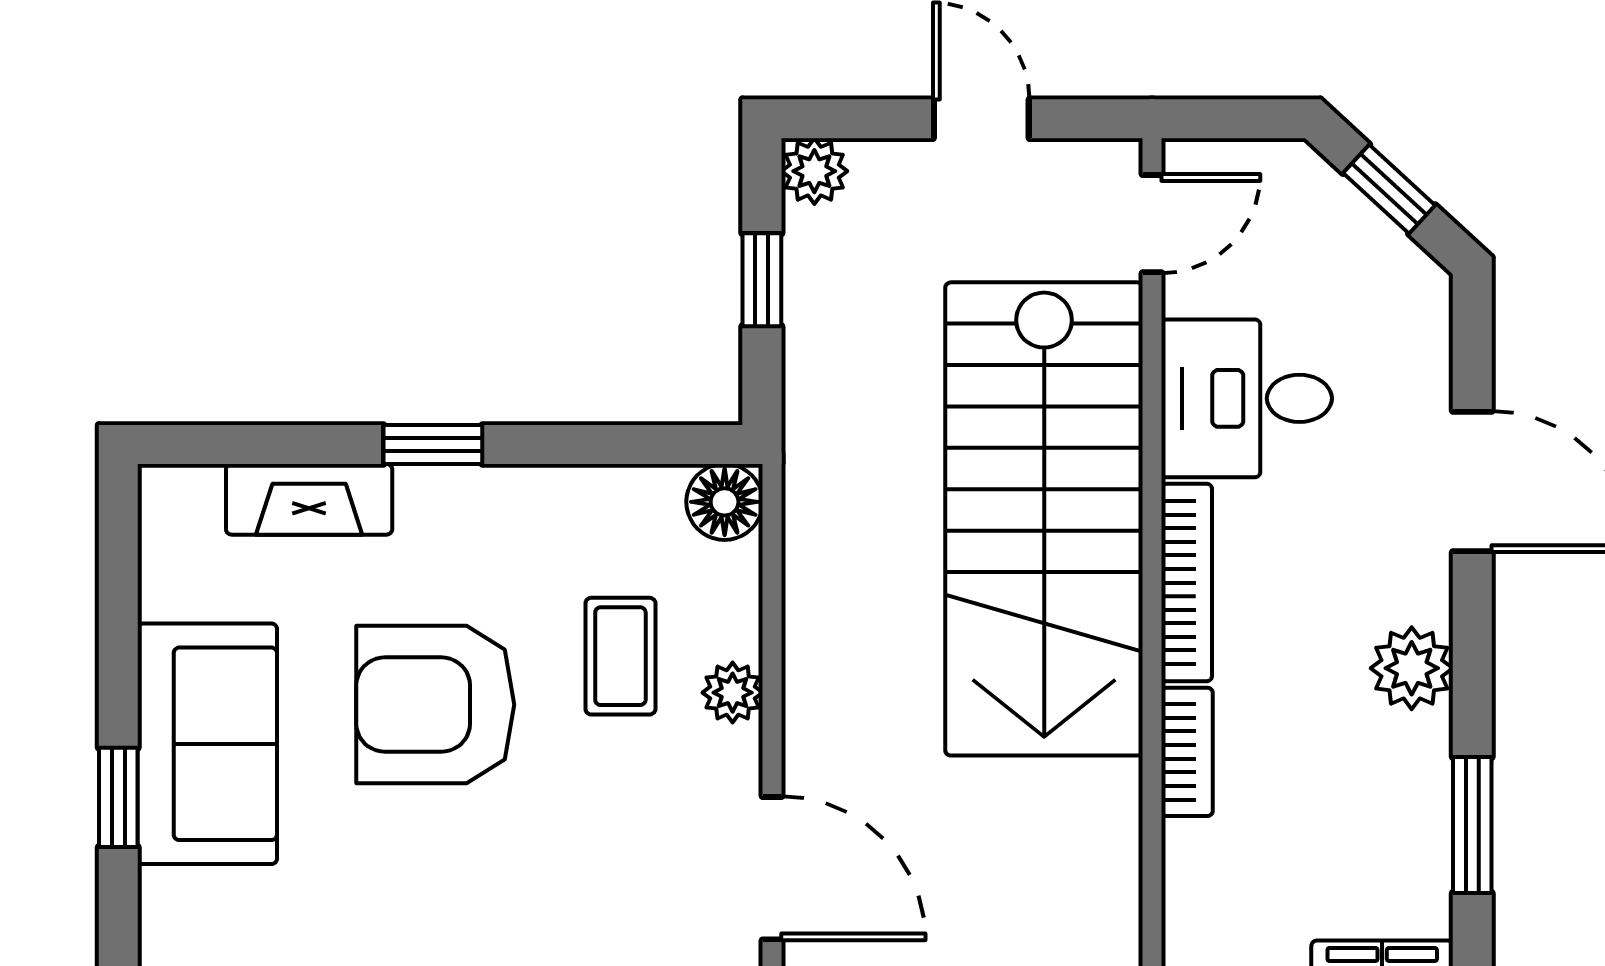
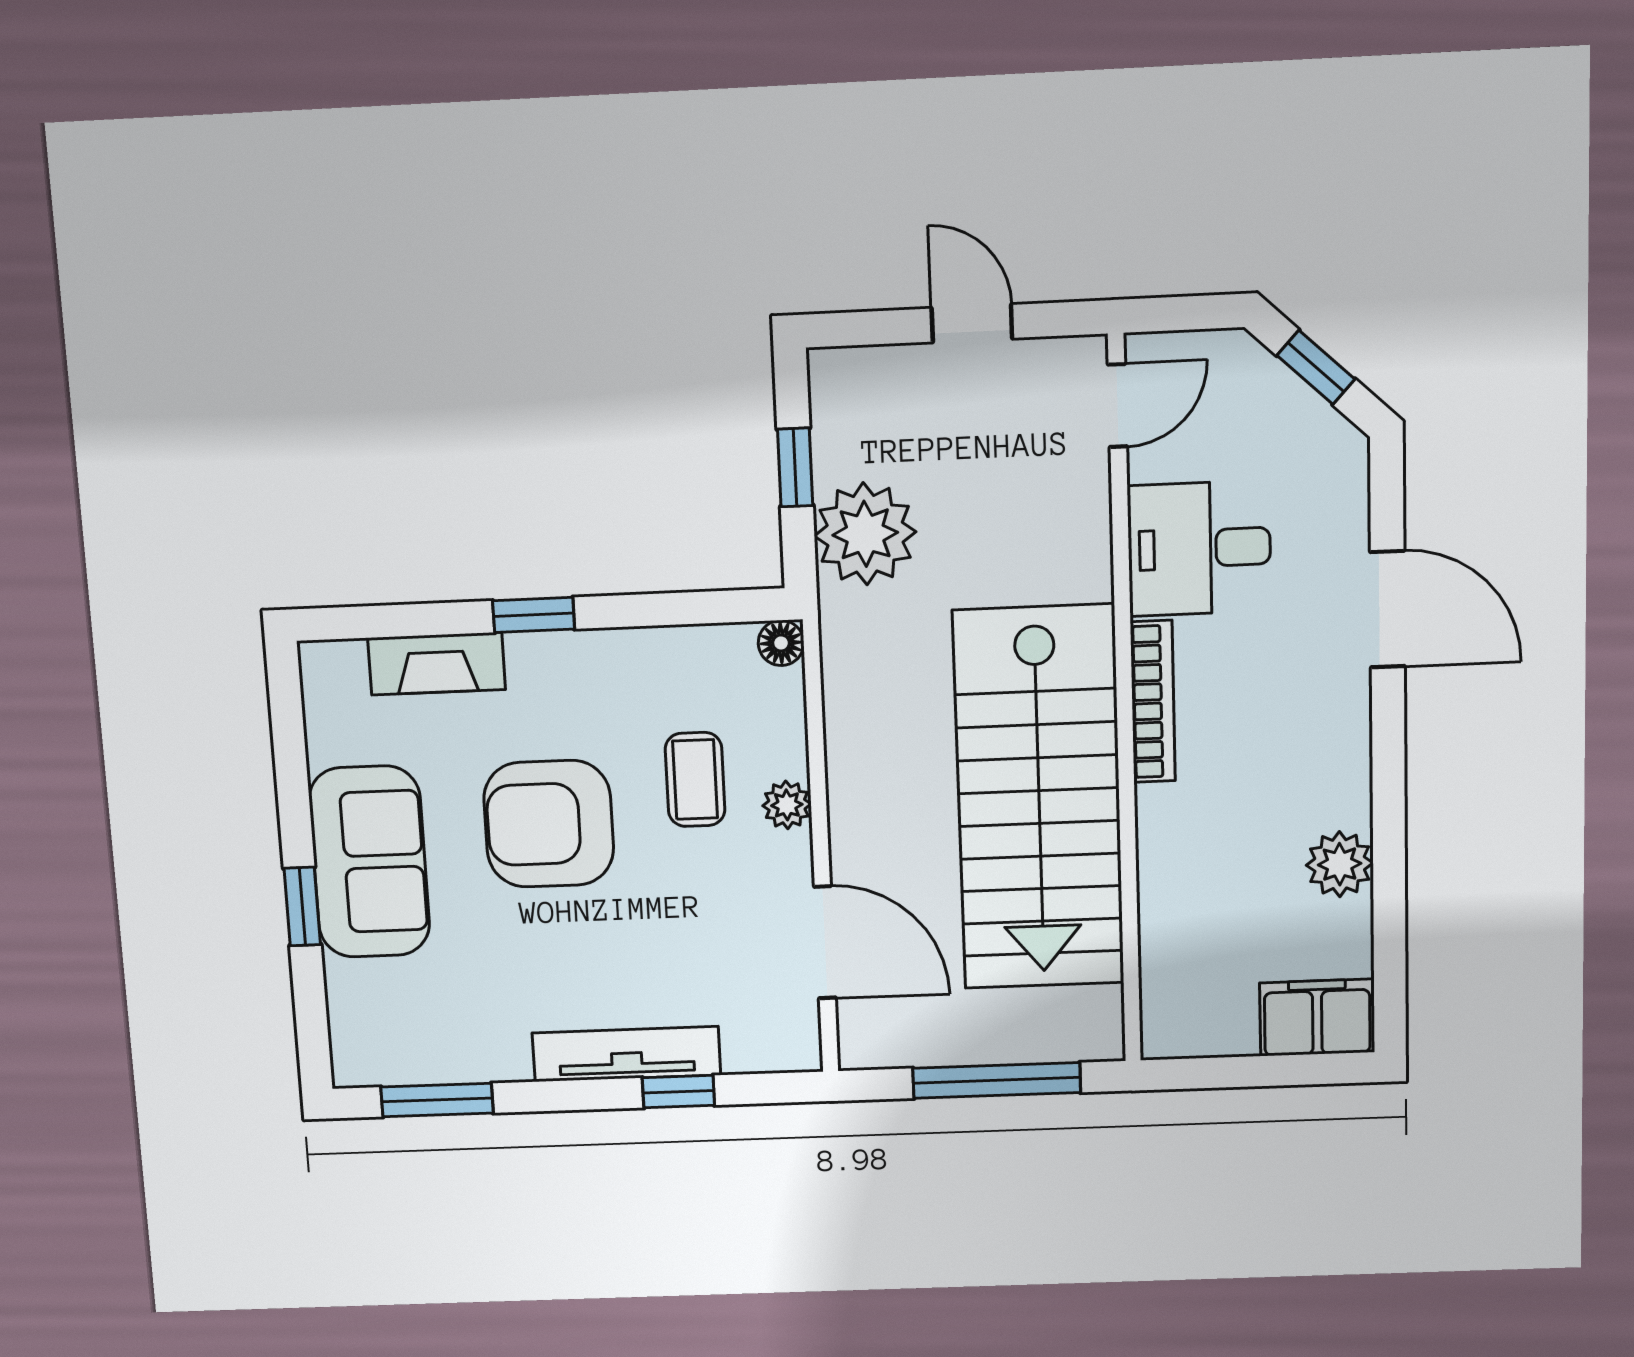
plant: (814, 171) -> (865, 534), moved, width x1.87, depth x1.87
floor lamp: (725, 502) -> (781, 643), width x0.73, depth x0.73
stairs: (1044, 519) -> (1039, 798), moved
plant: (1412, 668) -> (1340, 864), moved
bookcase: (1187, 752) -> (1156, 838), removed
window: (1472, 825) -> (1389, 887), removed

